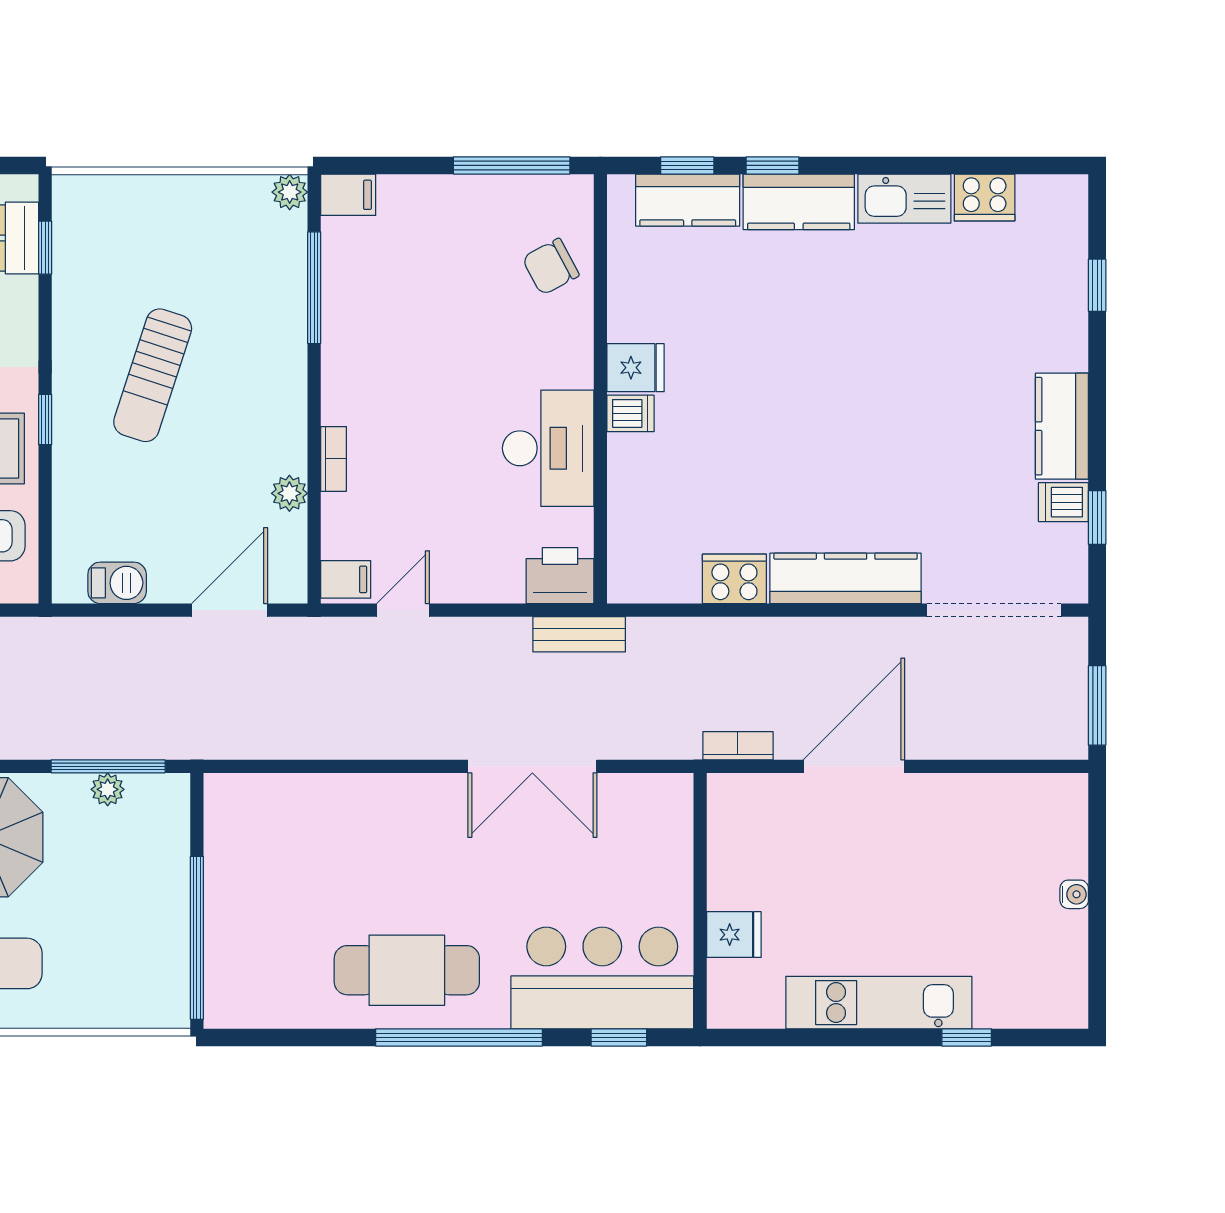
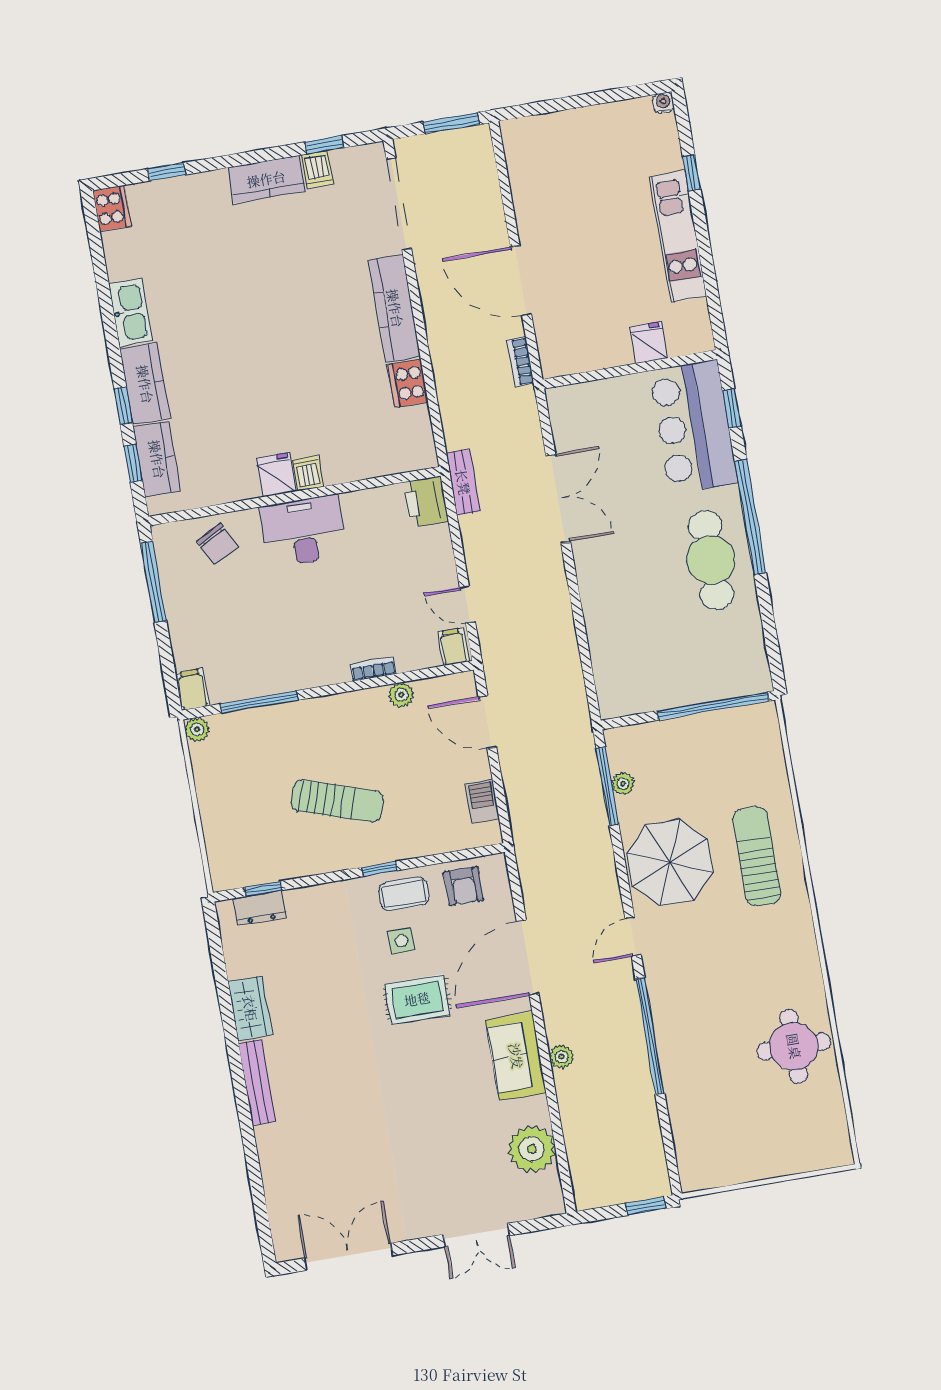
cooker: (985, 198) -> (112, 208), moved
desk: (548, 448) -> (303, 531), moved
water cooler: (1074, 894) -> (664, 103), moved

